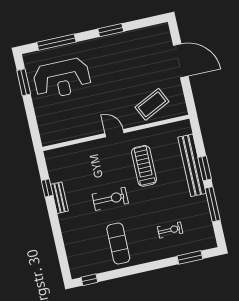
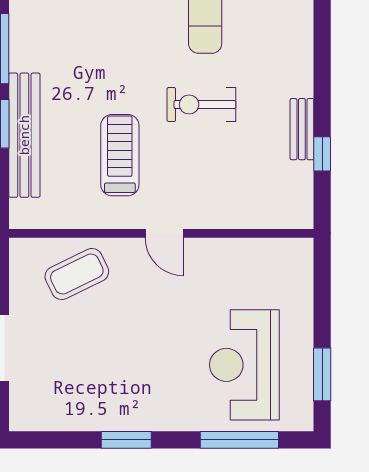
reception desk: (62, 79) -> (244, 365), turned -90
treadmill: (144, 166) -> (120, 155), turned 180
exercise bike: (170, 230) -> (96, 16), removed

